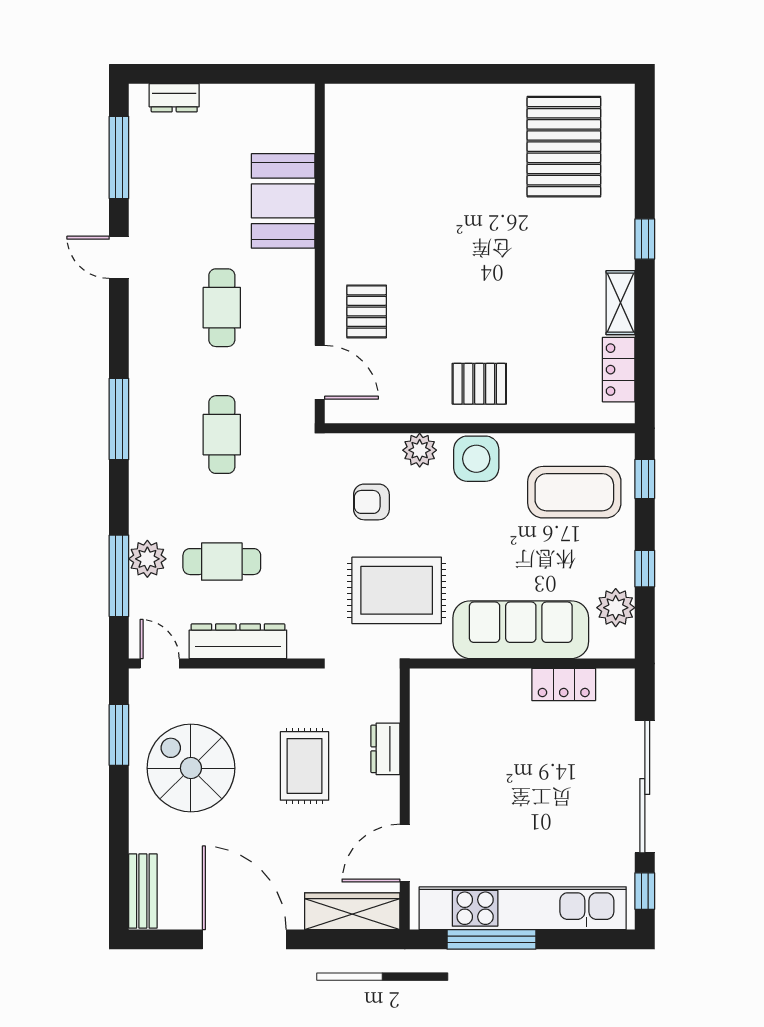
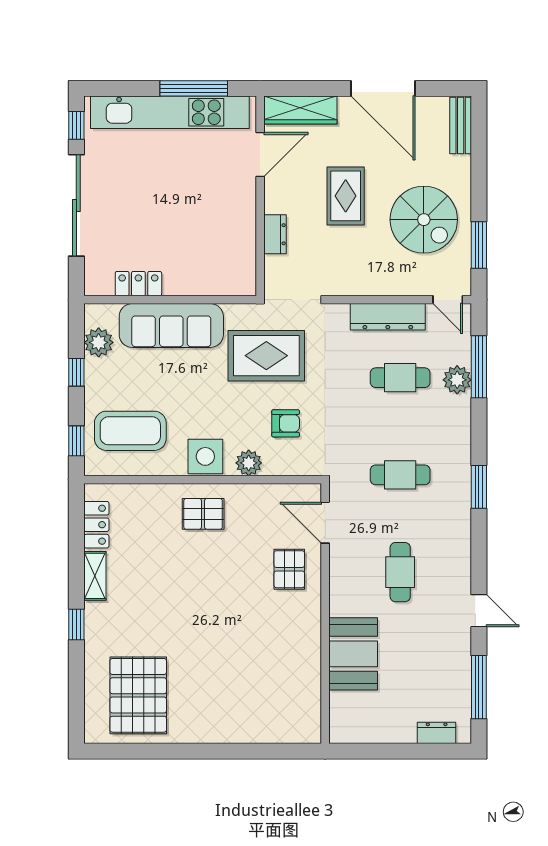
window: (119, 419) -> (479, 487), width x0.69
cafe table: (222, 435) -> (400, 475), turned 90
rug: (304, 766) -> (346, 196), moved

